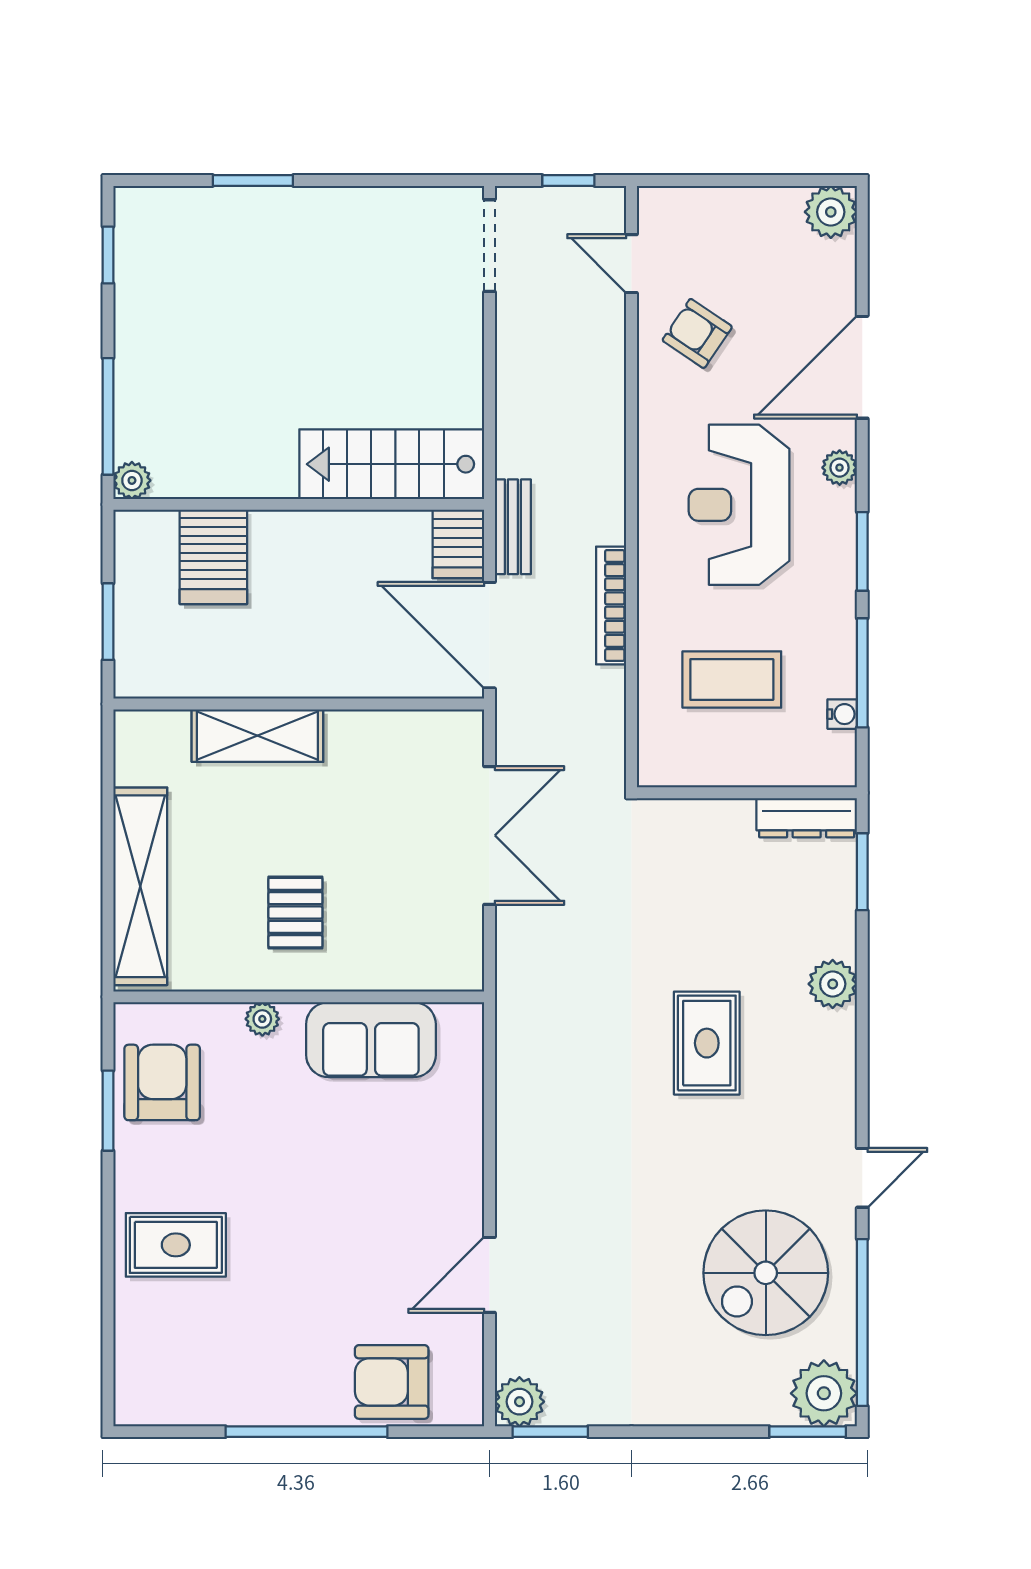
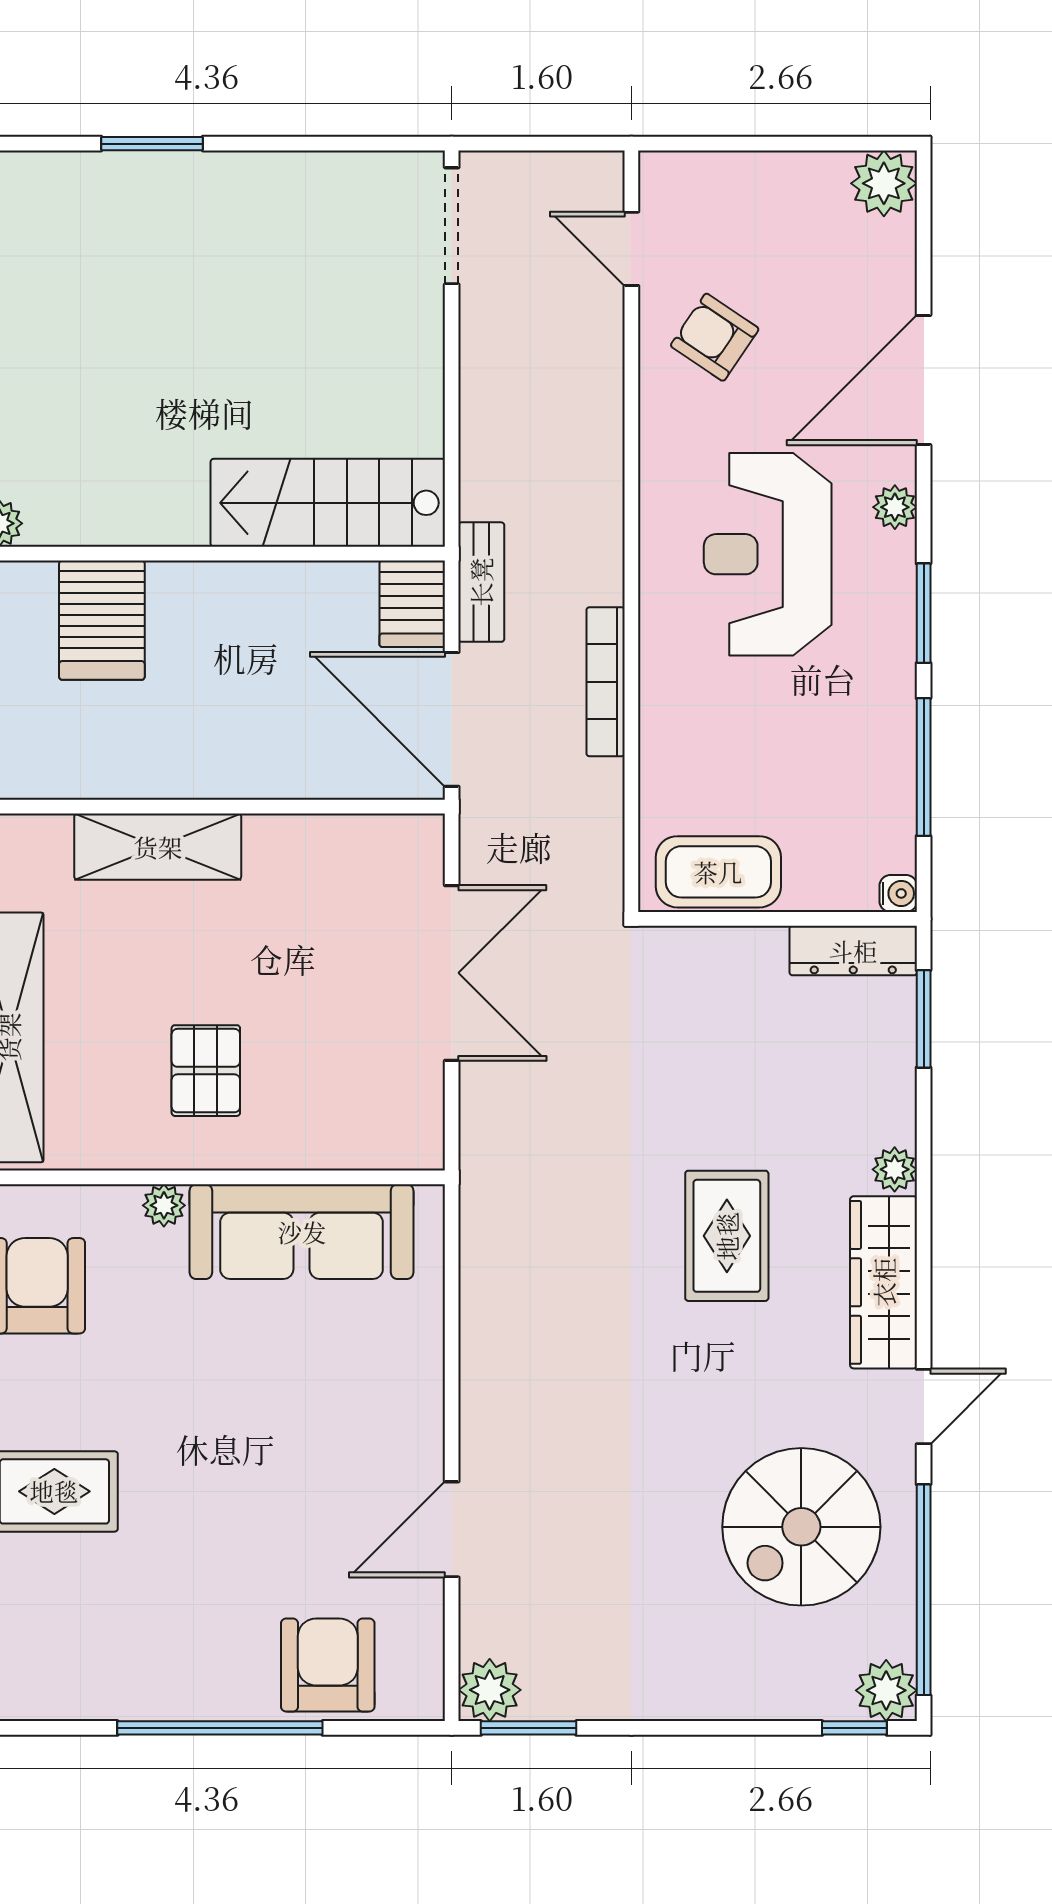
window: (568, 181) -> (552, 144), removed
coffee table: (732, 680) -> (718, 872), moved
water cooler: (842, 714) -> (898, 893), moved
plant: (833, 984) -> (895, 1169), width x0.73, depth x0.73
sofa: (371, 1040) -> (302, 1232), width x1.36
wardrobe: (831, 1080) -> (884, 1282), added
armchair: (392, 1382) -> (328, 1665), turned 90
plant: (824, 1393) -> (886, 1690), width x0.73, depth x0.73
window: (808, 1432) -> (854, 1728), width x0.67

